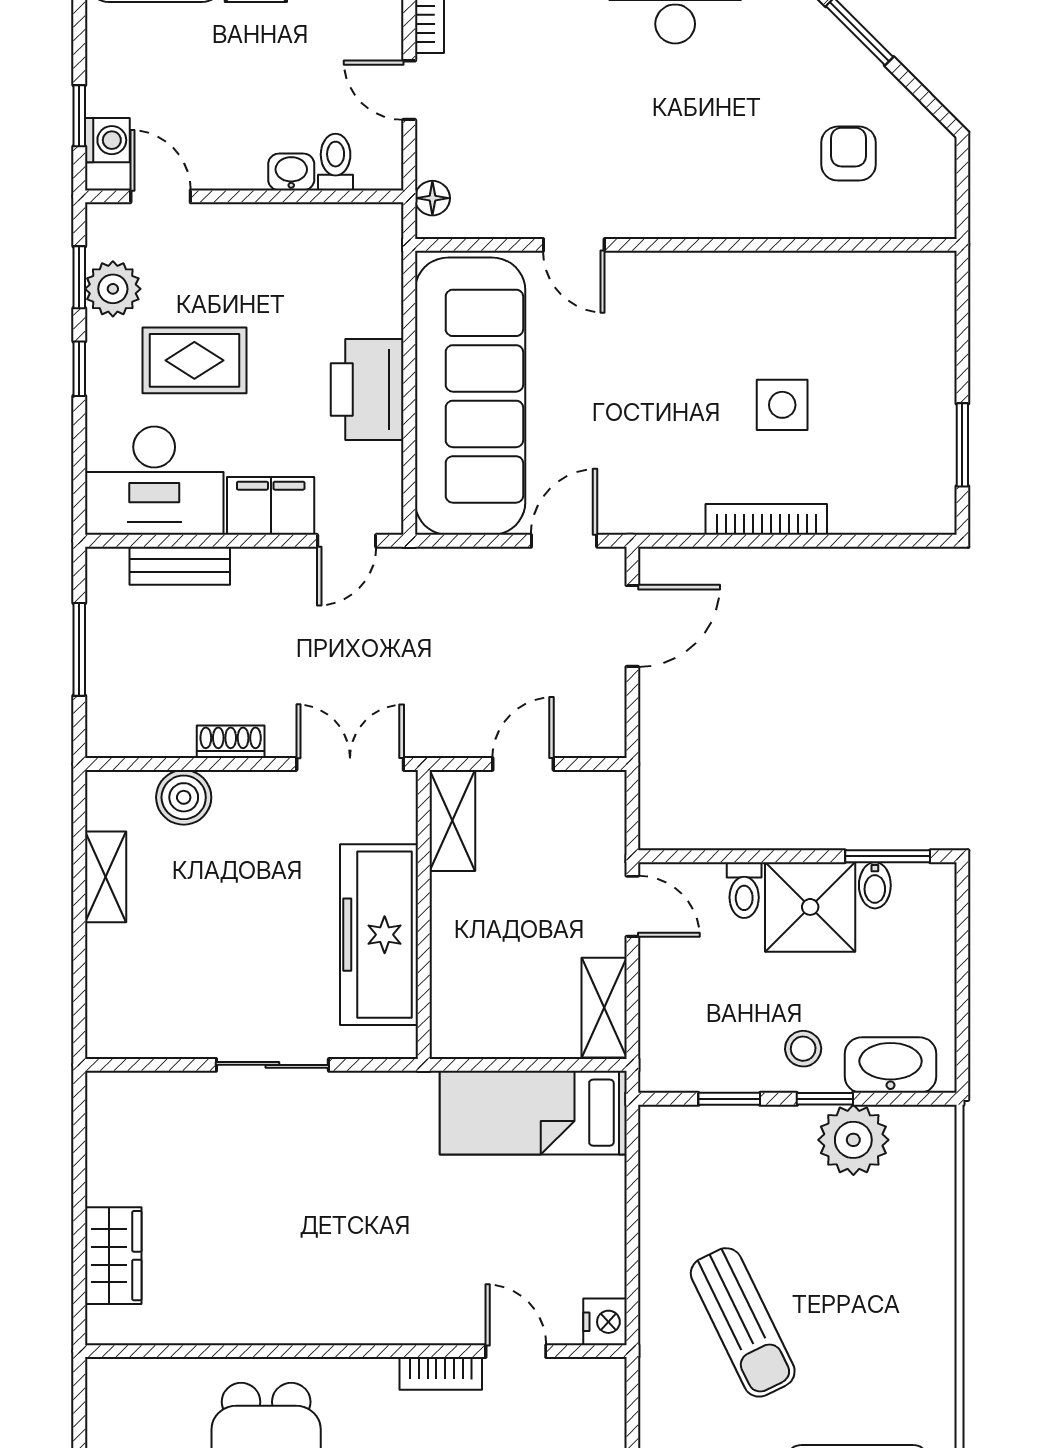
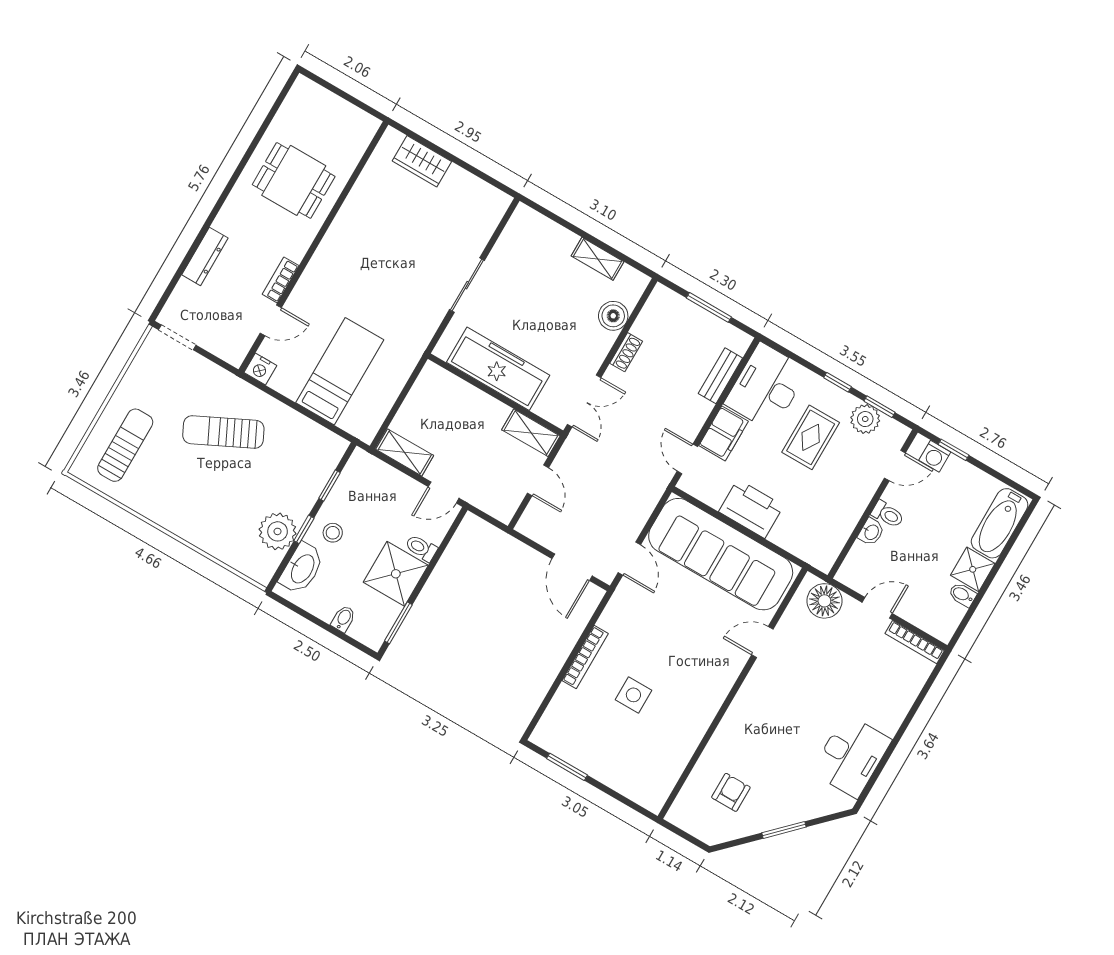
armchair: (849, 154) -> (731, 792), turned -90
toilet: (336, 162) -> (888, 514), moved
floor lamp: (432, 198) -> (824, 601), width x1.89, depth x1.89
bidet: (875, 885) -> (343, 619), moved, turned 90
bed: (533, 1113) -> (340, 371), moved

